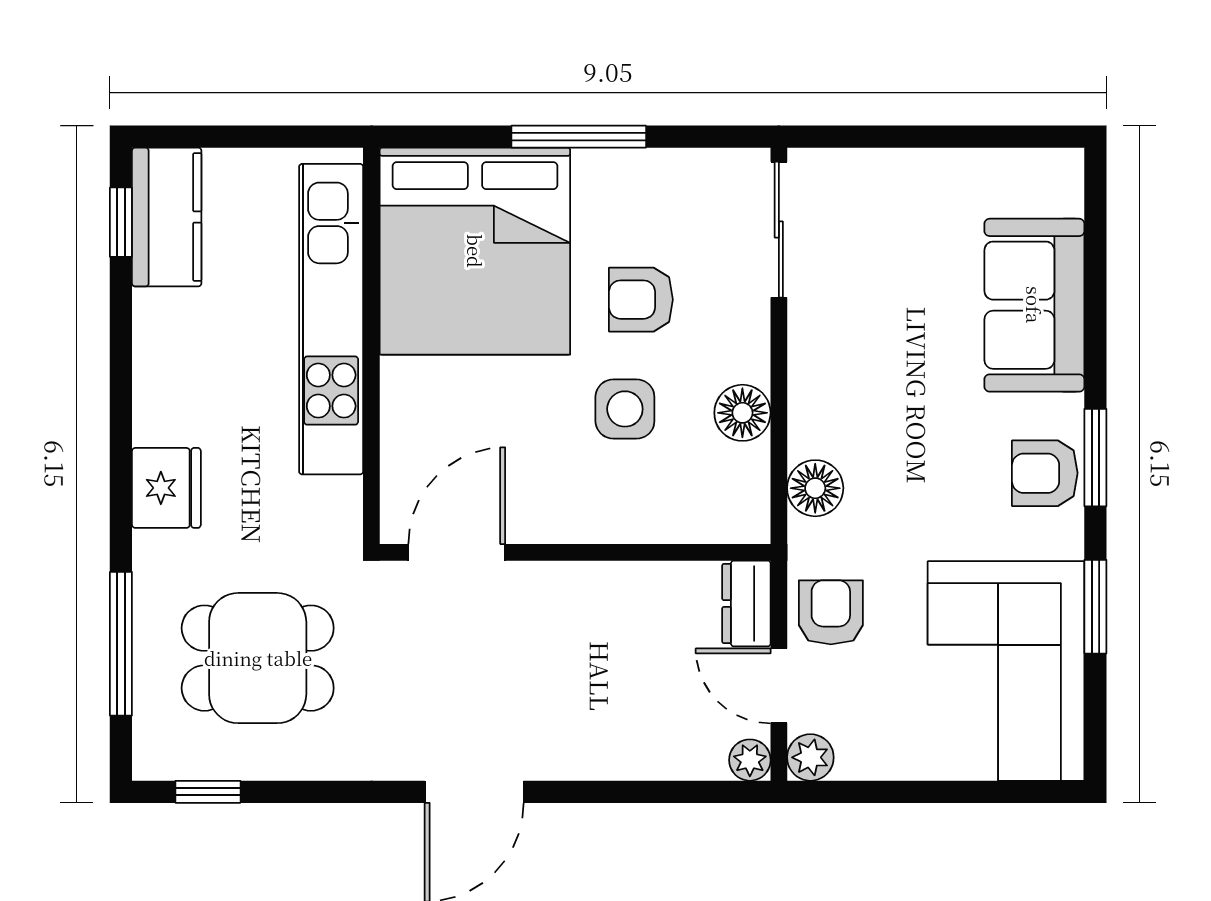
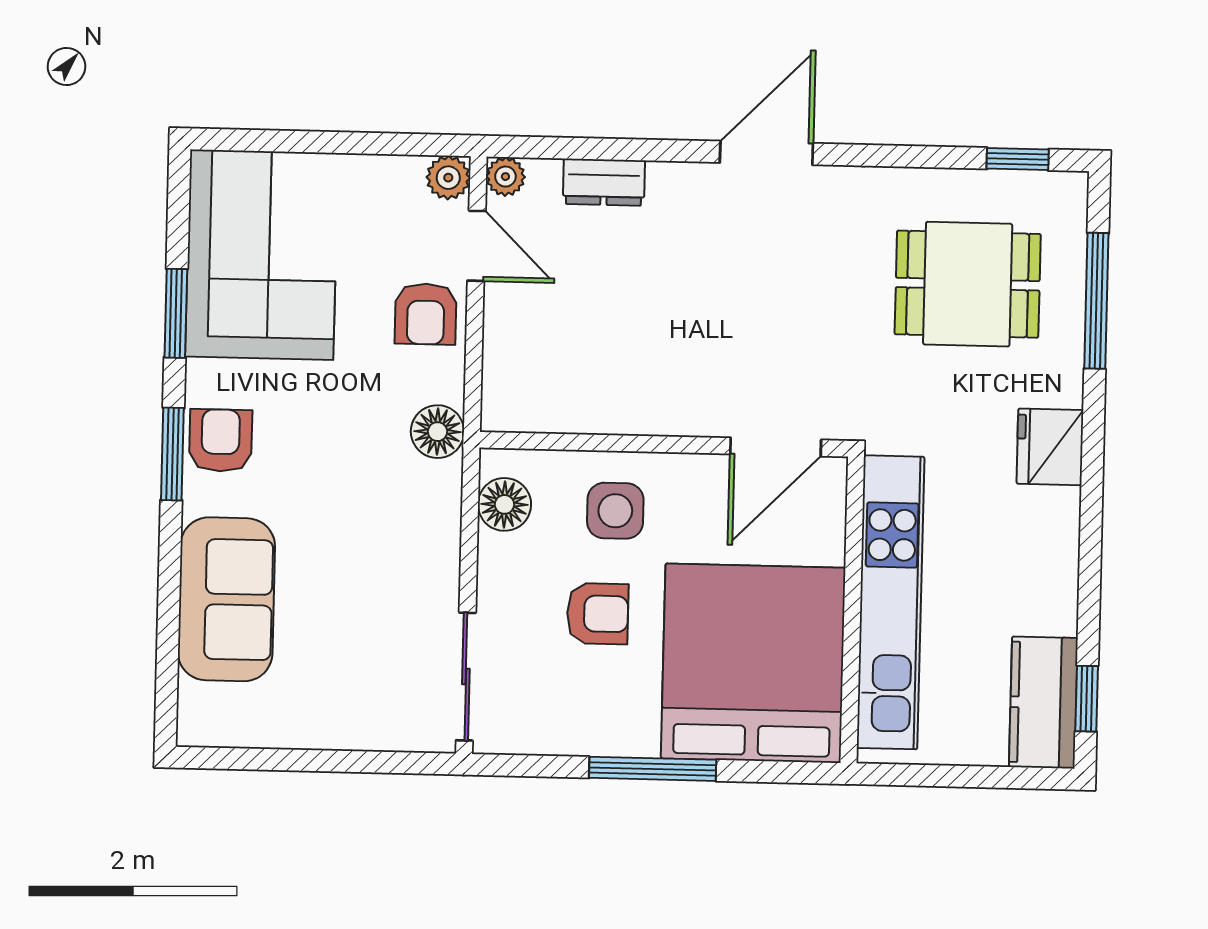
armchair: (1045, 473) -> (221, 440), turned -90
door: (457, 552) -> (776, 447), moved
wall: (575, 552) -> (664, 444), moved
dresser: (746, 604) -> (604, 182), moved, turned 90

